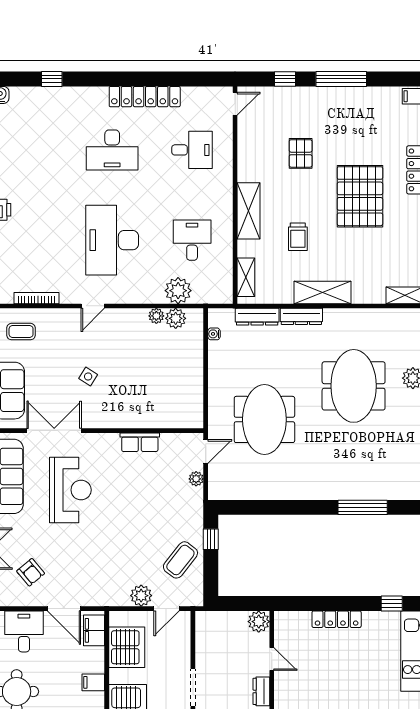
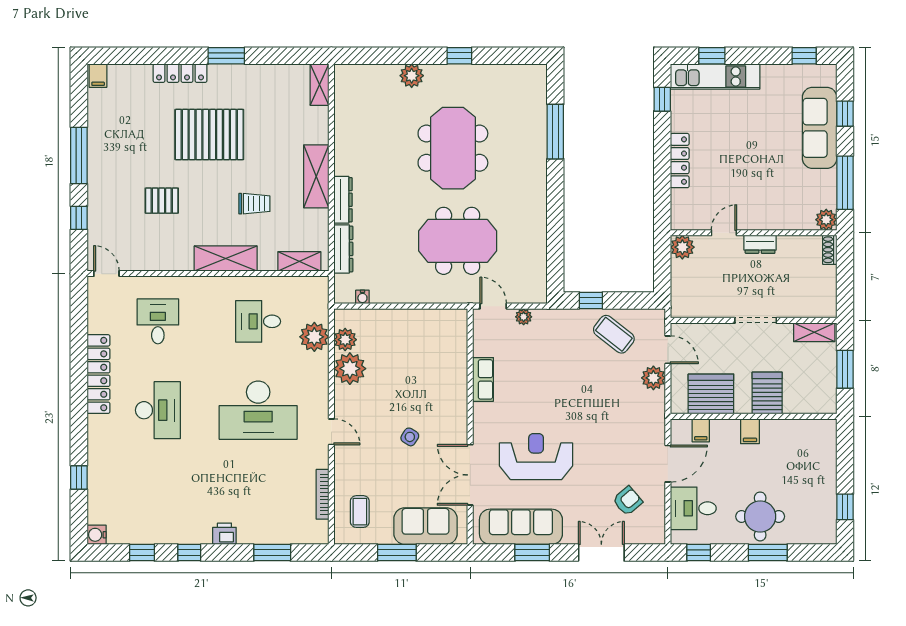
plant: (156, 316) -> (350, 369), width x1.87, depth x1.87
meeting table: (354, 386) -> (453, 148), moved, turned 90
filing cabinet: (94, 630) -> (701, 430), width x0.50

